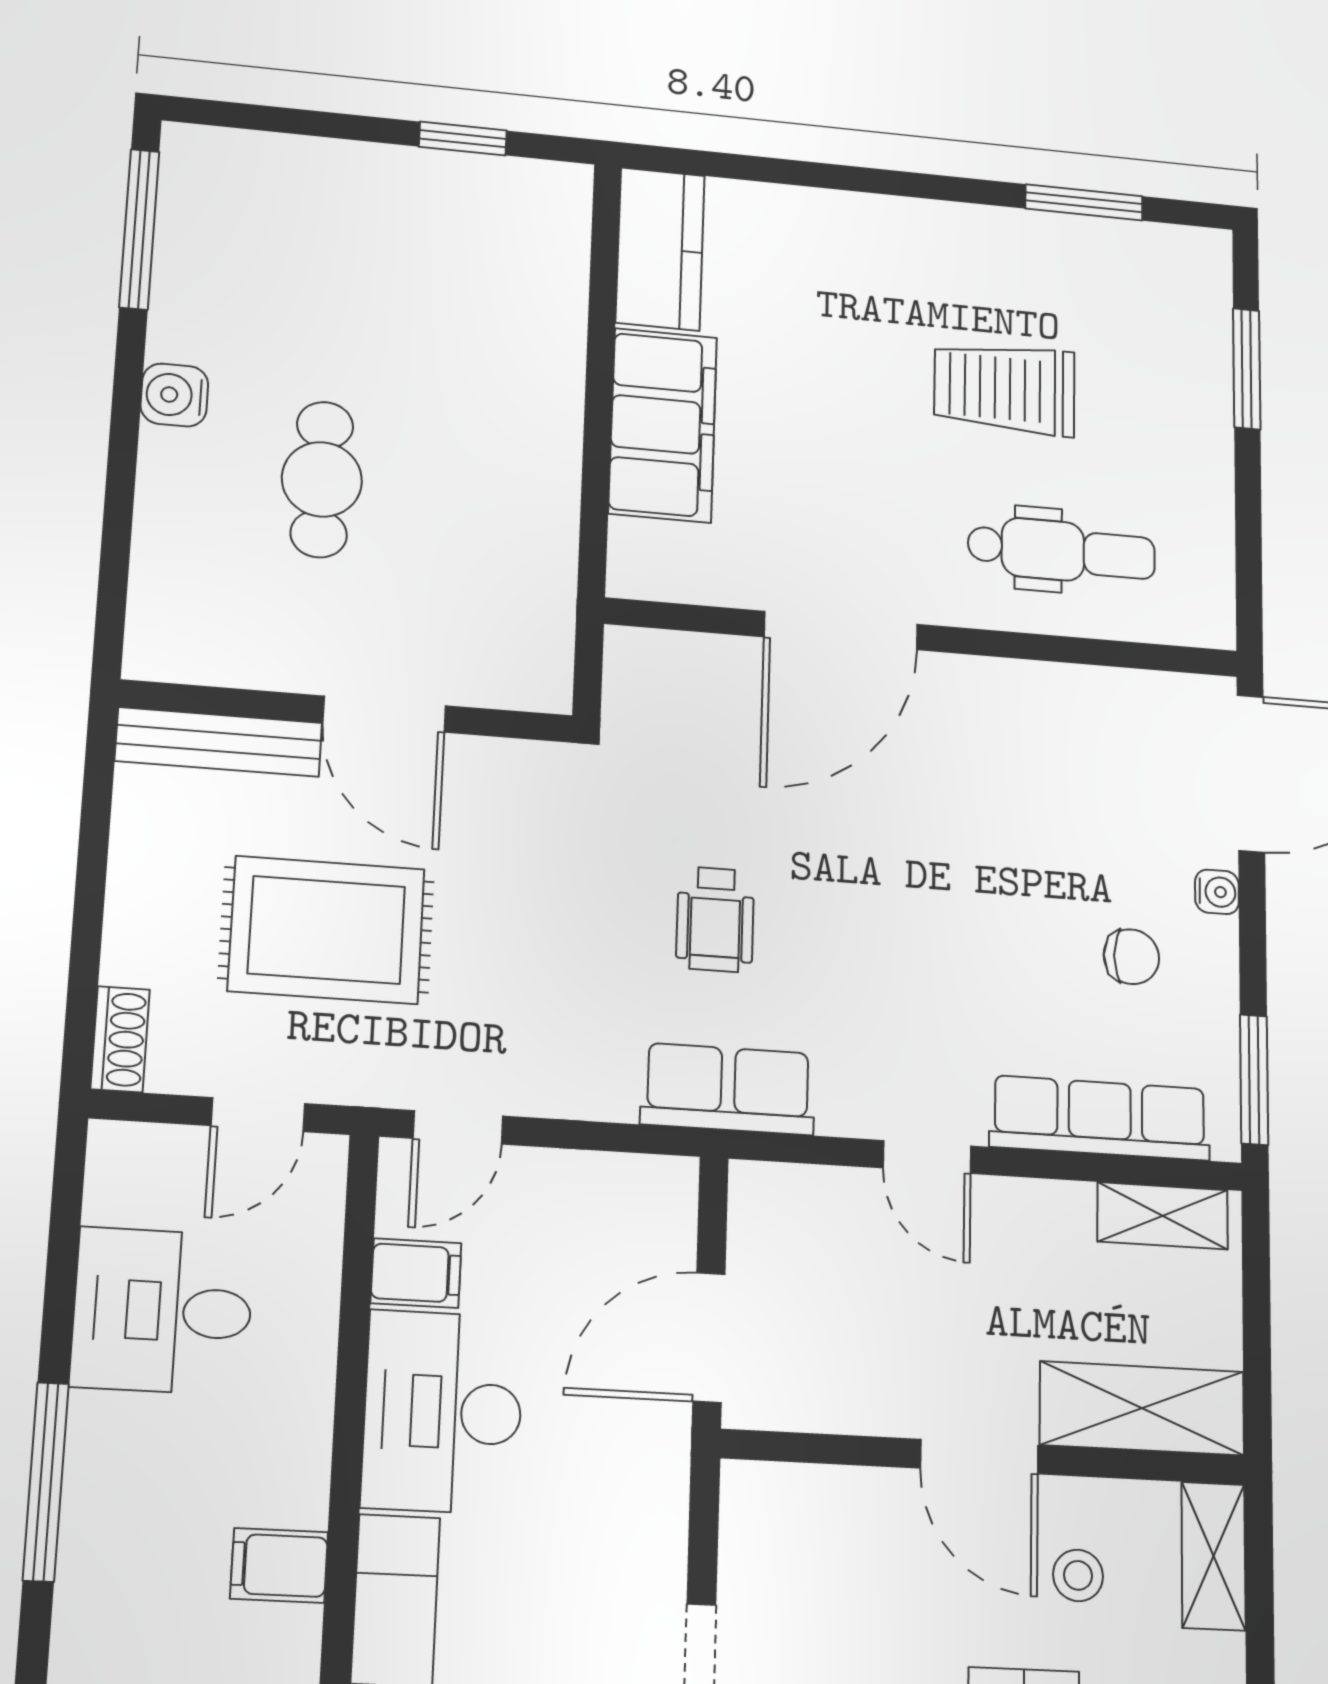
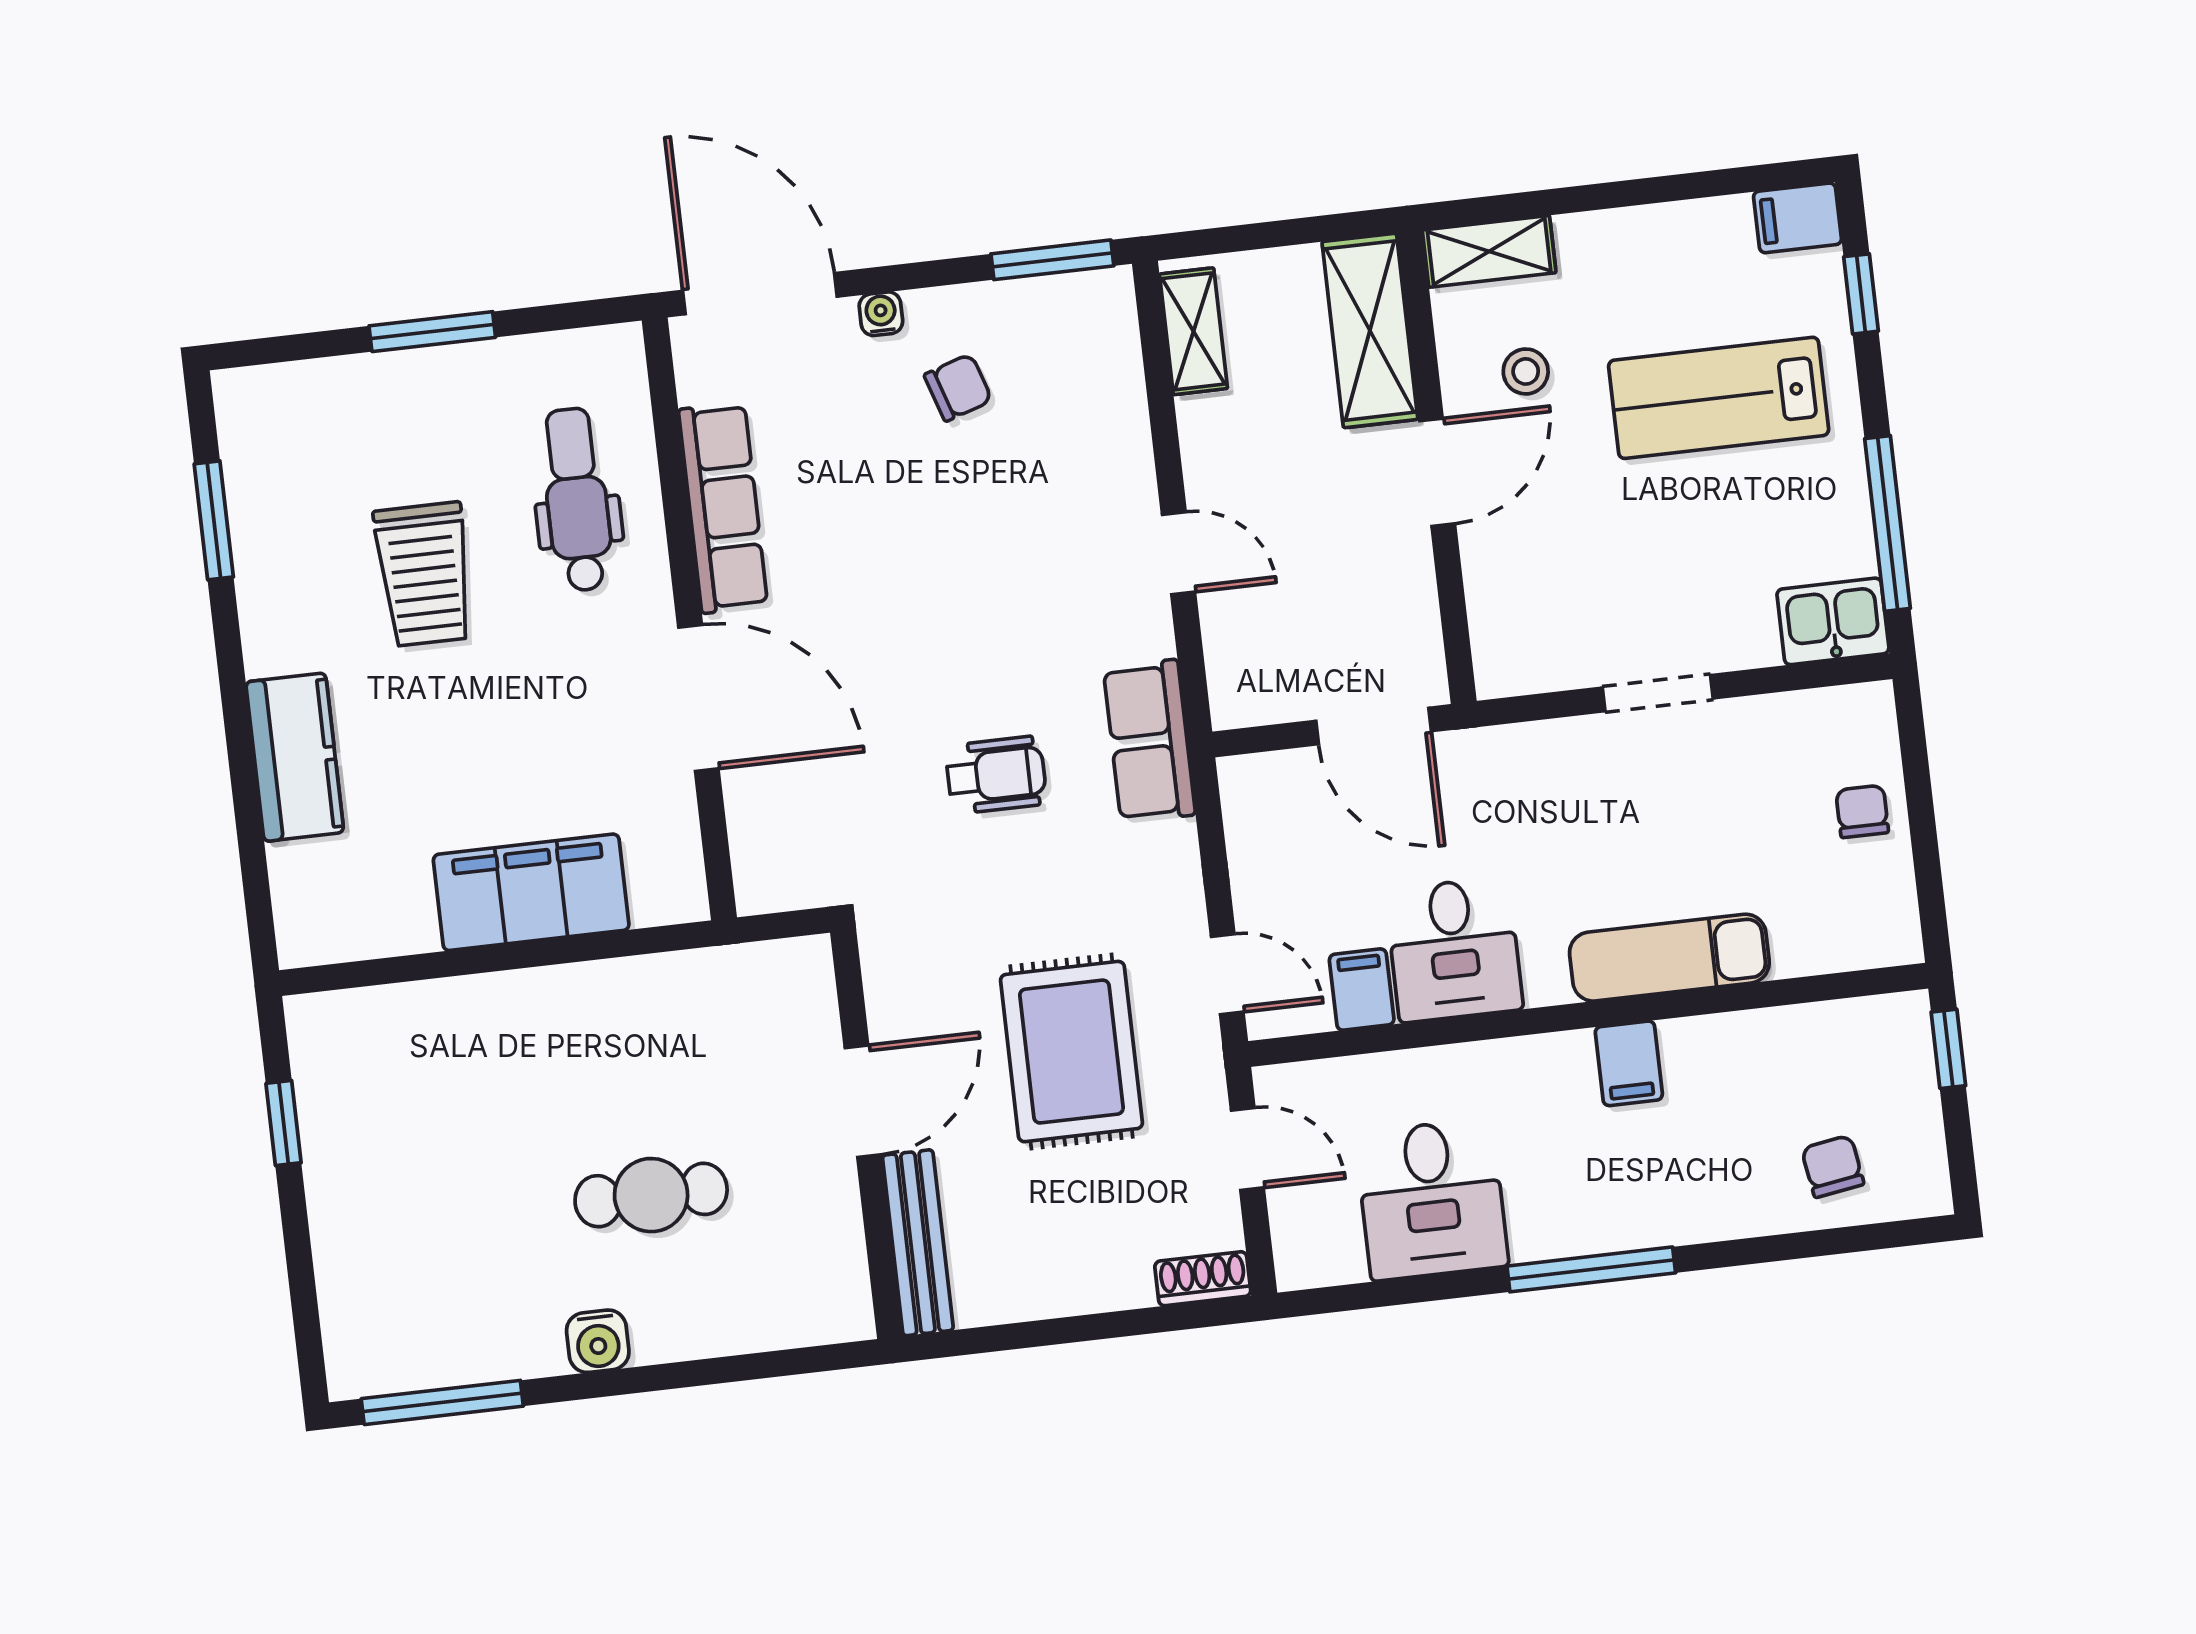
kitchen counter: (660, 249) -> (295, 757), moved, turned 90
window: (1247, 369) -> (432, 332), moved
rug: (326, 930) -> (1071, 1052), moved
chair: (1131, 957) -> (958, 388), turned 72
row of seats: (1100, 1118) -> (723, 508), moved, turned 180
door: (927, 1157) -> (1179, 553), hinge flipped
desk: (443, 1412) -> (1454, 950), width x0.73

